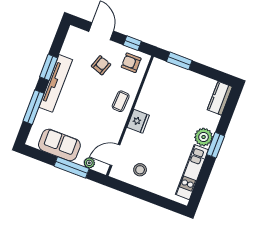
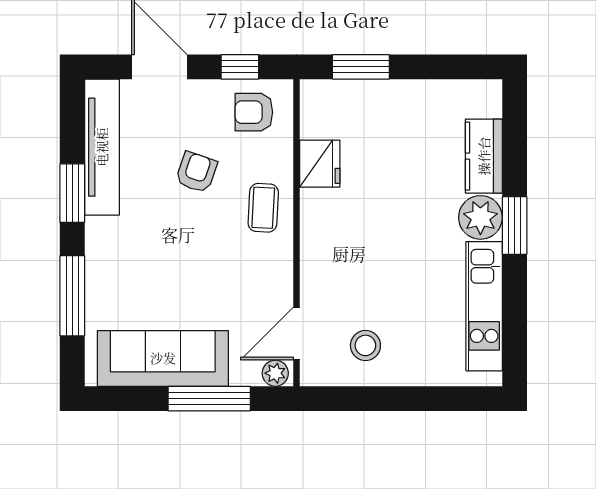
armchair: (101, 65) -> (196, 172), moved
tv unit: (56, 83) -> (102, 147), moved
kitchen counter: (220, 98) -> (484, 156), moved
fridge: (138, 121) -> (320, 164), moved
sofa: (59, 145) -> (163, 358), width x1.36
plant: (89, 163) -> (275, 373), moved

